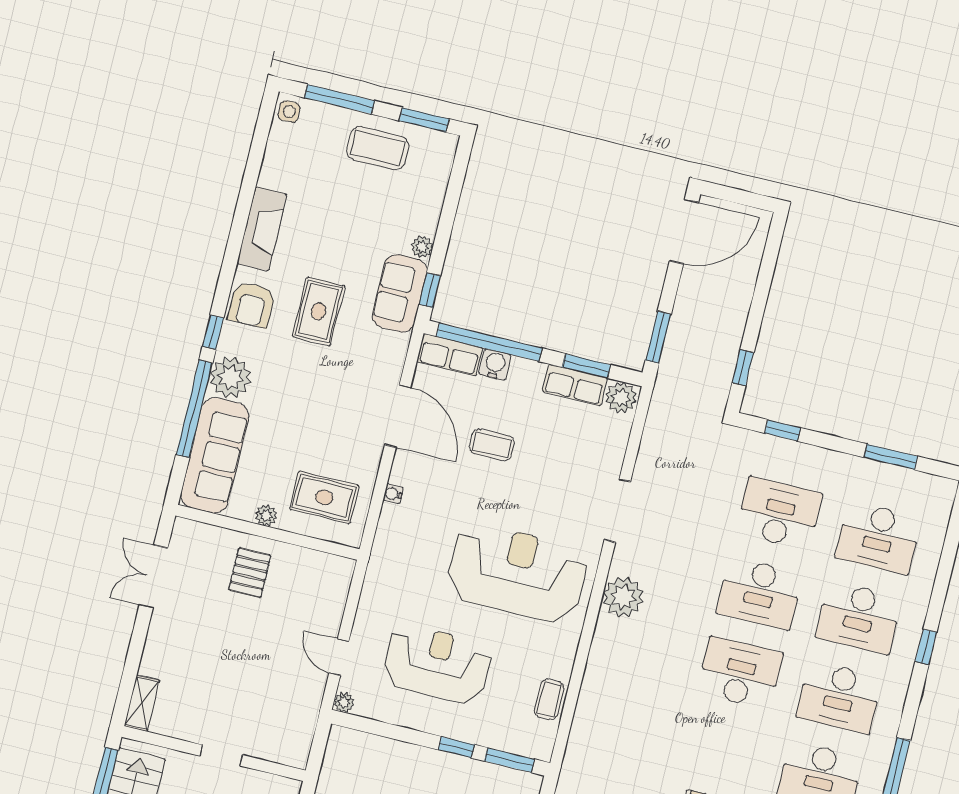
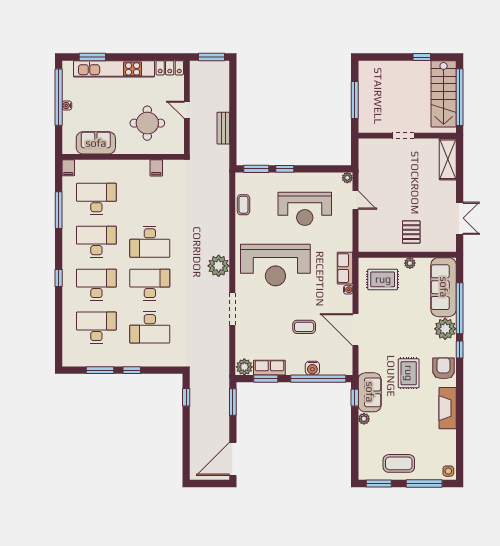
row of seats: (450, 355) -> (345, 268), moved, turned -90
window: (783, 430) -> (132, 370), moved
shelving: (142, 703) -> (448, 159), width x1.50, depth x1.33

